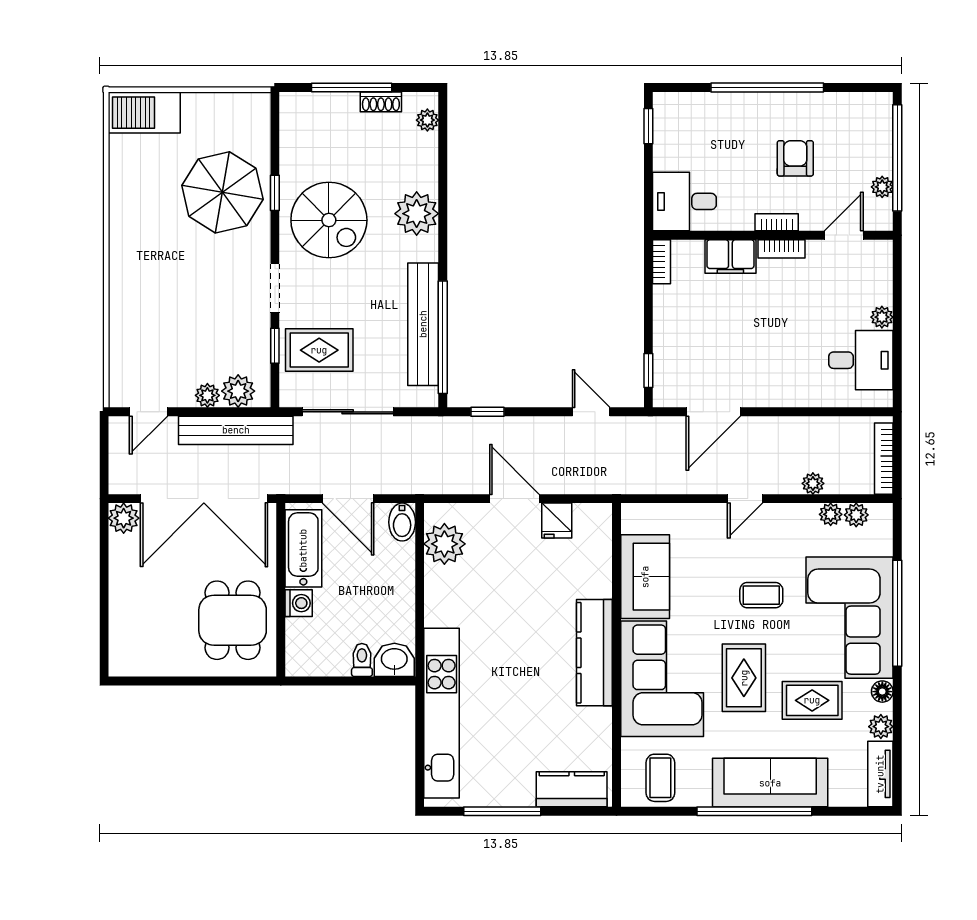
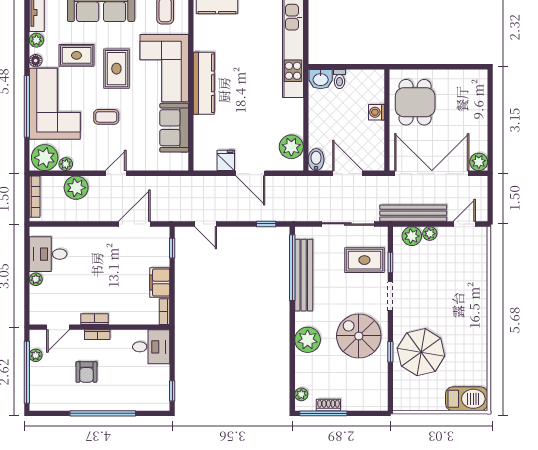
window: (352, 88) -> (323, 413), moved
filing cabinet: (730, 256) -> (160, 282), moved, turned -90
plant: (813, 483) -> (76, 188), width x1.87, depth x1.87
plant: (856, 515) -> (45, 158), width x1.87, depth x1.87
bathtub: (303, 548) -> (374, 144), removed

